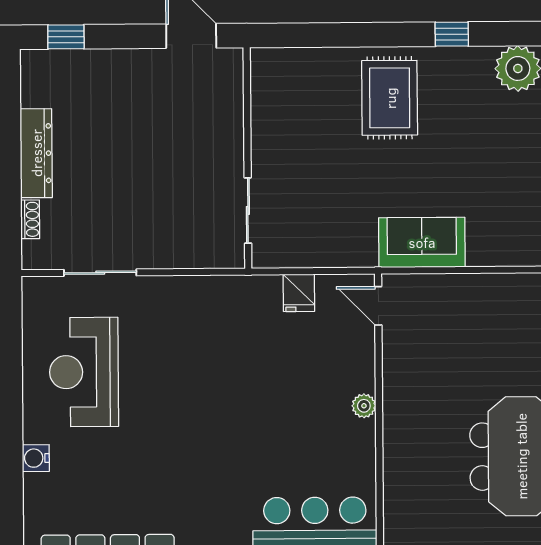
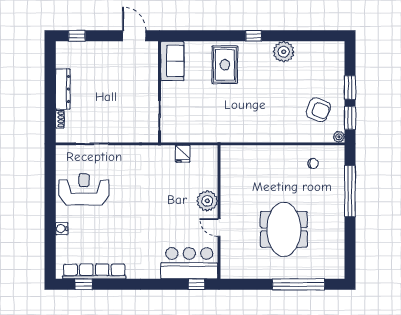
sofa: (422, 242) -> (172, 61), moved, turned 90
door: (378, 306) -> (219, 227), moved
reception desk: (84, 372) -> (84, 189), turned 90
plant: (364, 406) -> (207, 201), width x1.88, depth x1.88

